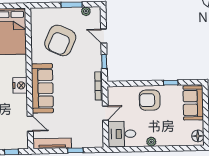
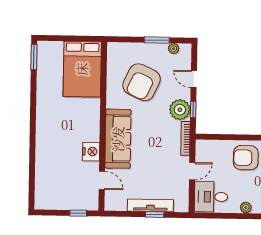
plant: (93, 62) -> (180, 110), added
nightstand: (20, 85) -> (91, 152), moved
tv unit: (52, 143) -> (150, 205), moved

